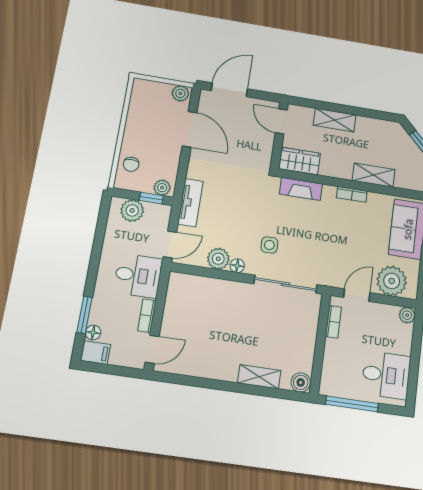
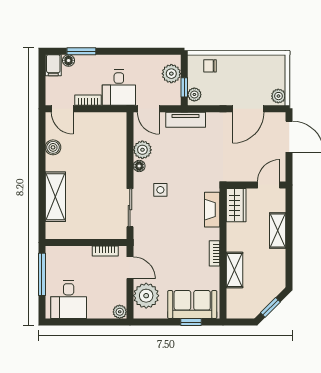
sliding door: (285, 284) -> (130, 208), width x0.73
shelving: (259, 377) -> (55, 197), width x1.50, depth x1.33
boiler: (301, 382) -> (53, 147), moved

